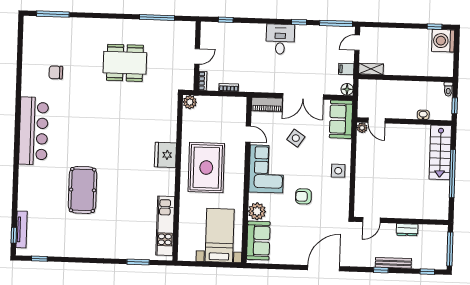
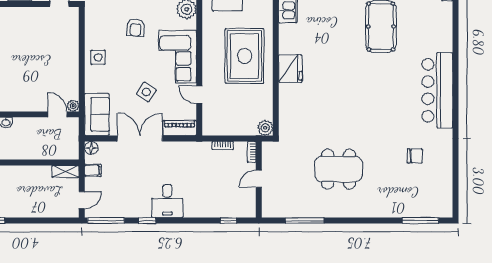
armchair: (303, 196) -> (136, 28), turned 94

